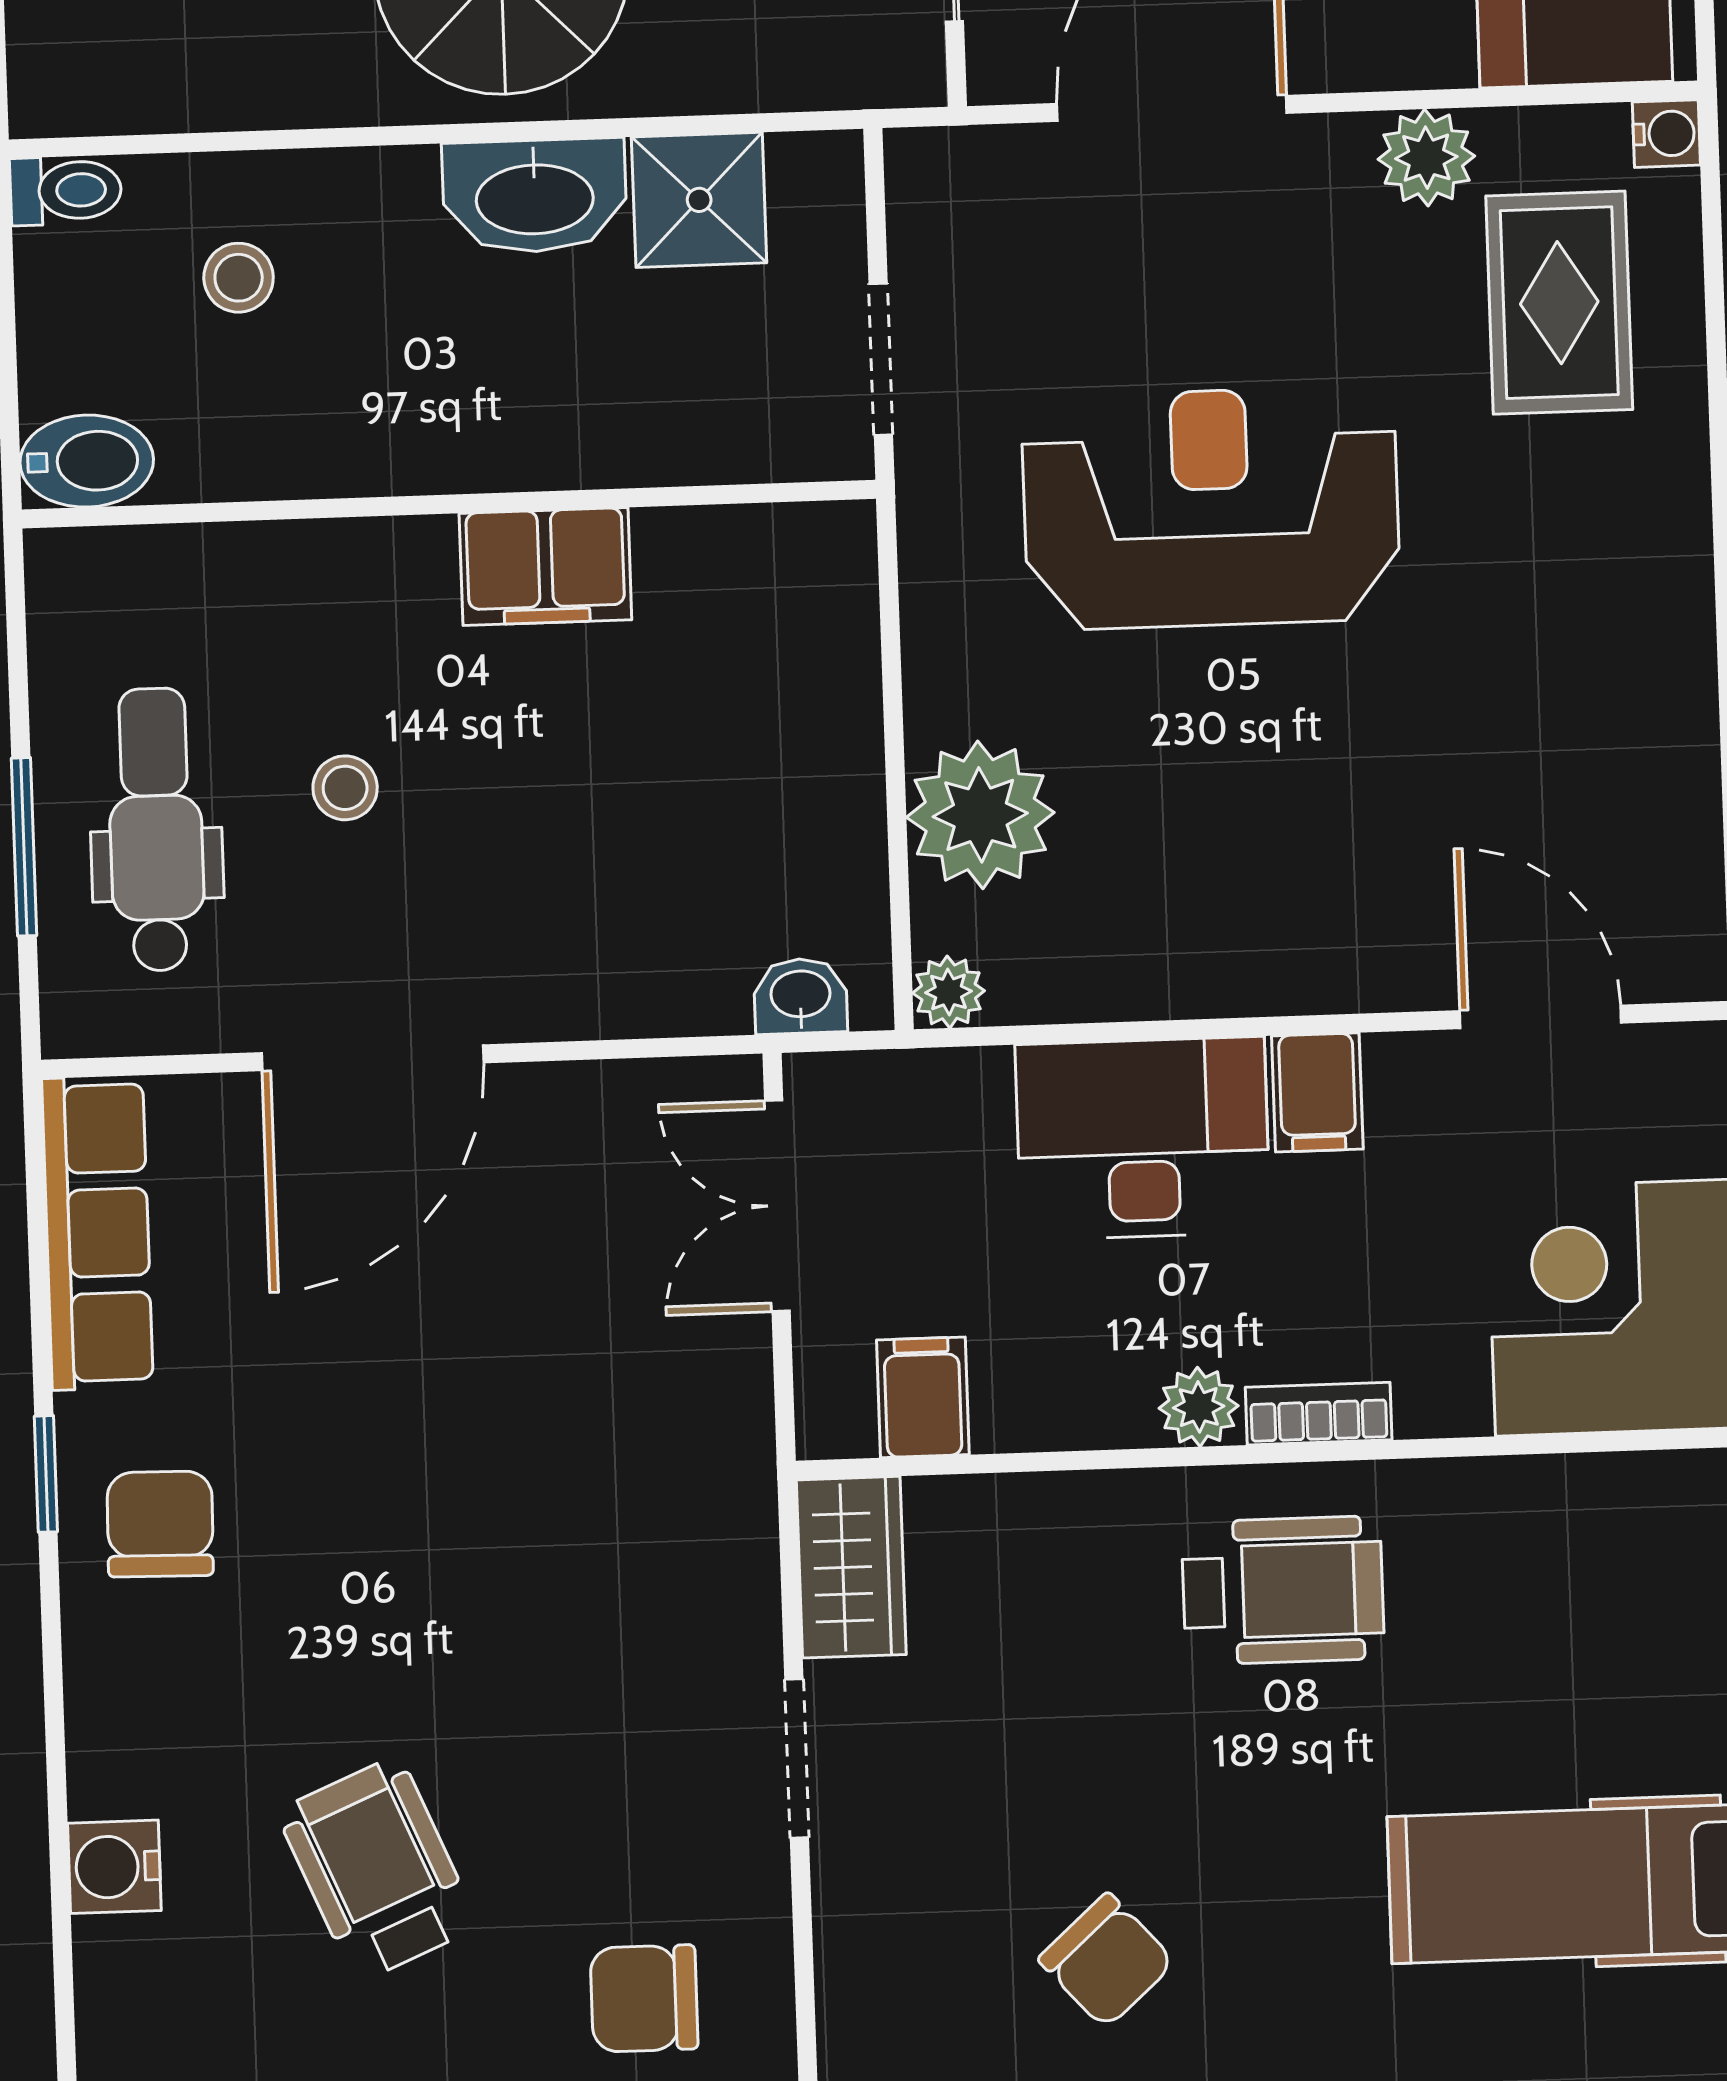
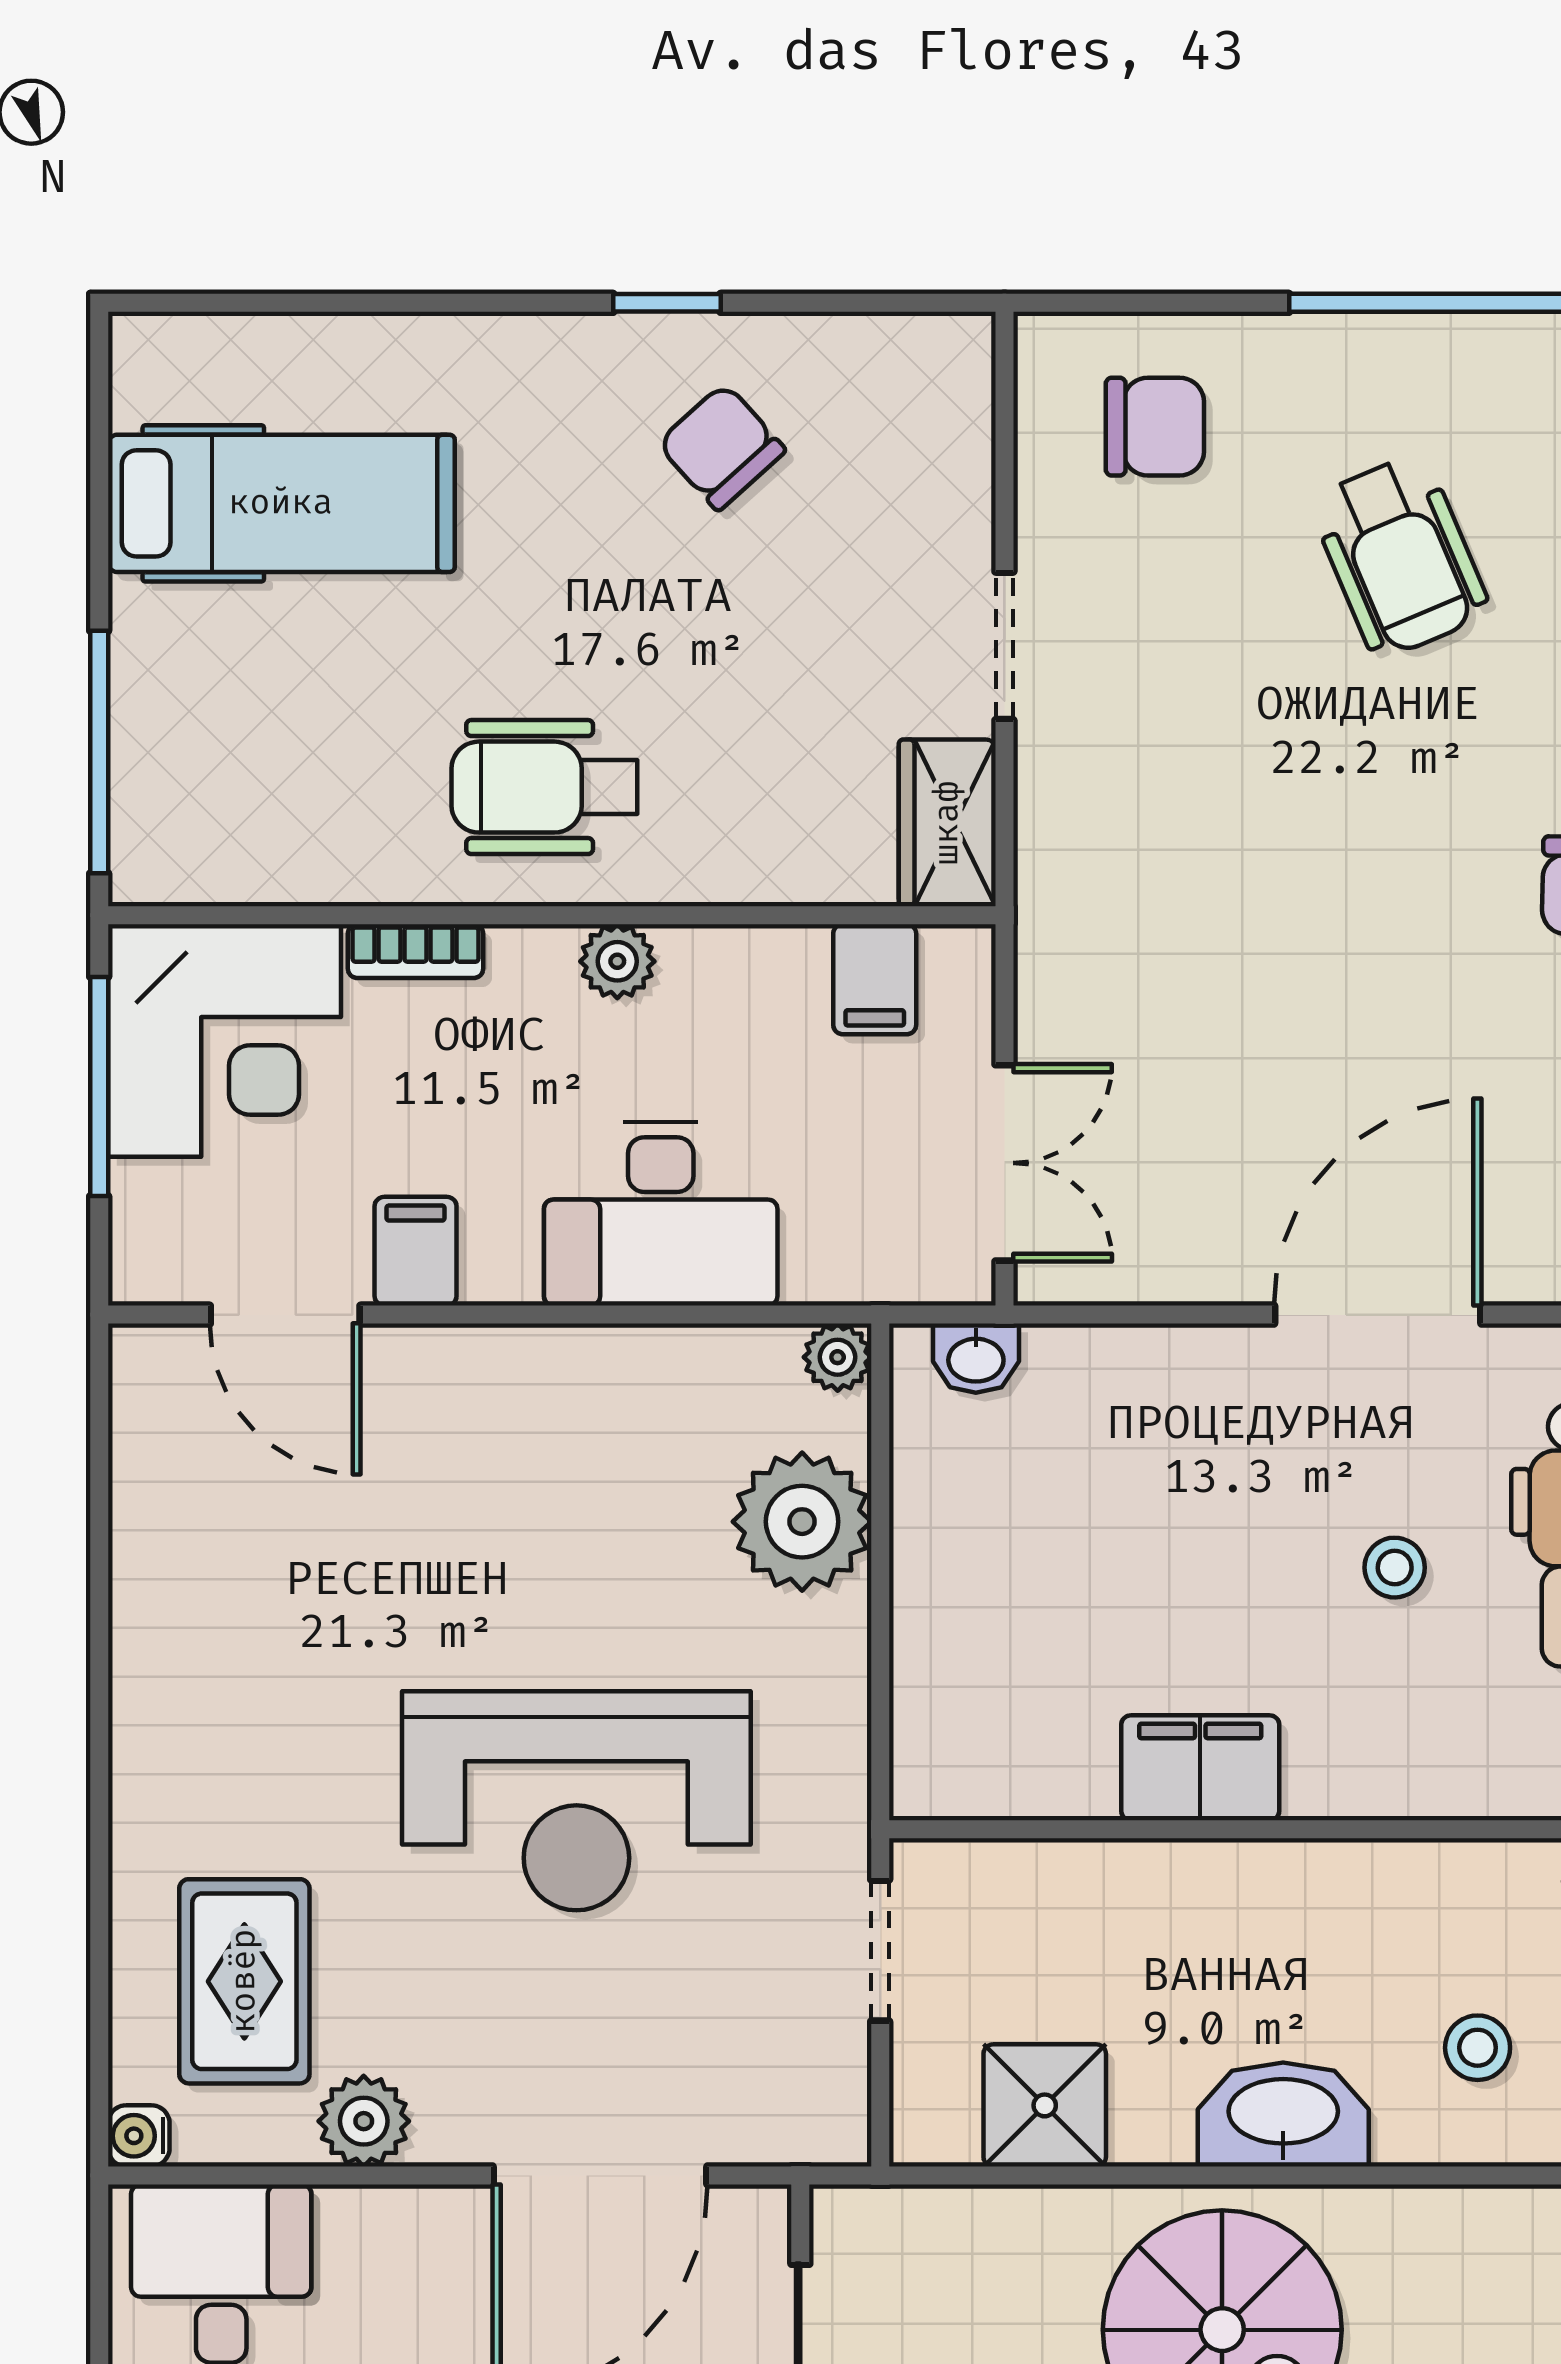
washbasin: (535, 196) -> (1283, 2114), moved
filing cabinet: (1317, 1092) -> (416, 1251), moved
bookcase: (1319, 1414) -> (416, 951), moved

